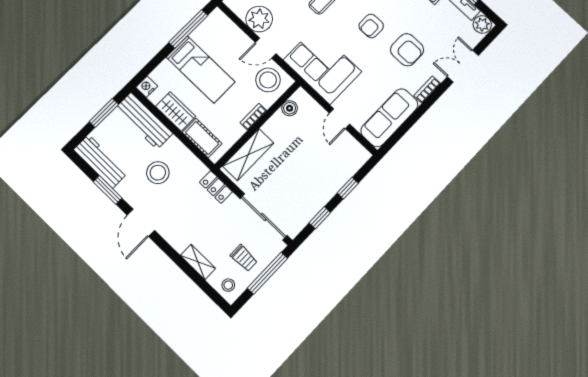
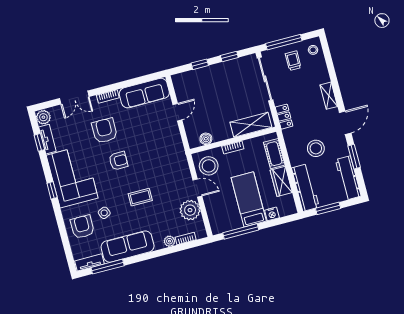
corner sofa: (322, 66) -> (167, 154), removed
nightstand: (147, 87) -> (272, 214), moved
shelving: (198, 262) -> (329, 96), moved

